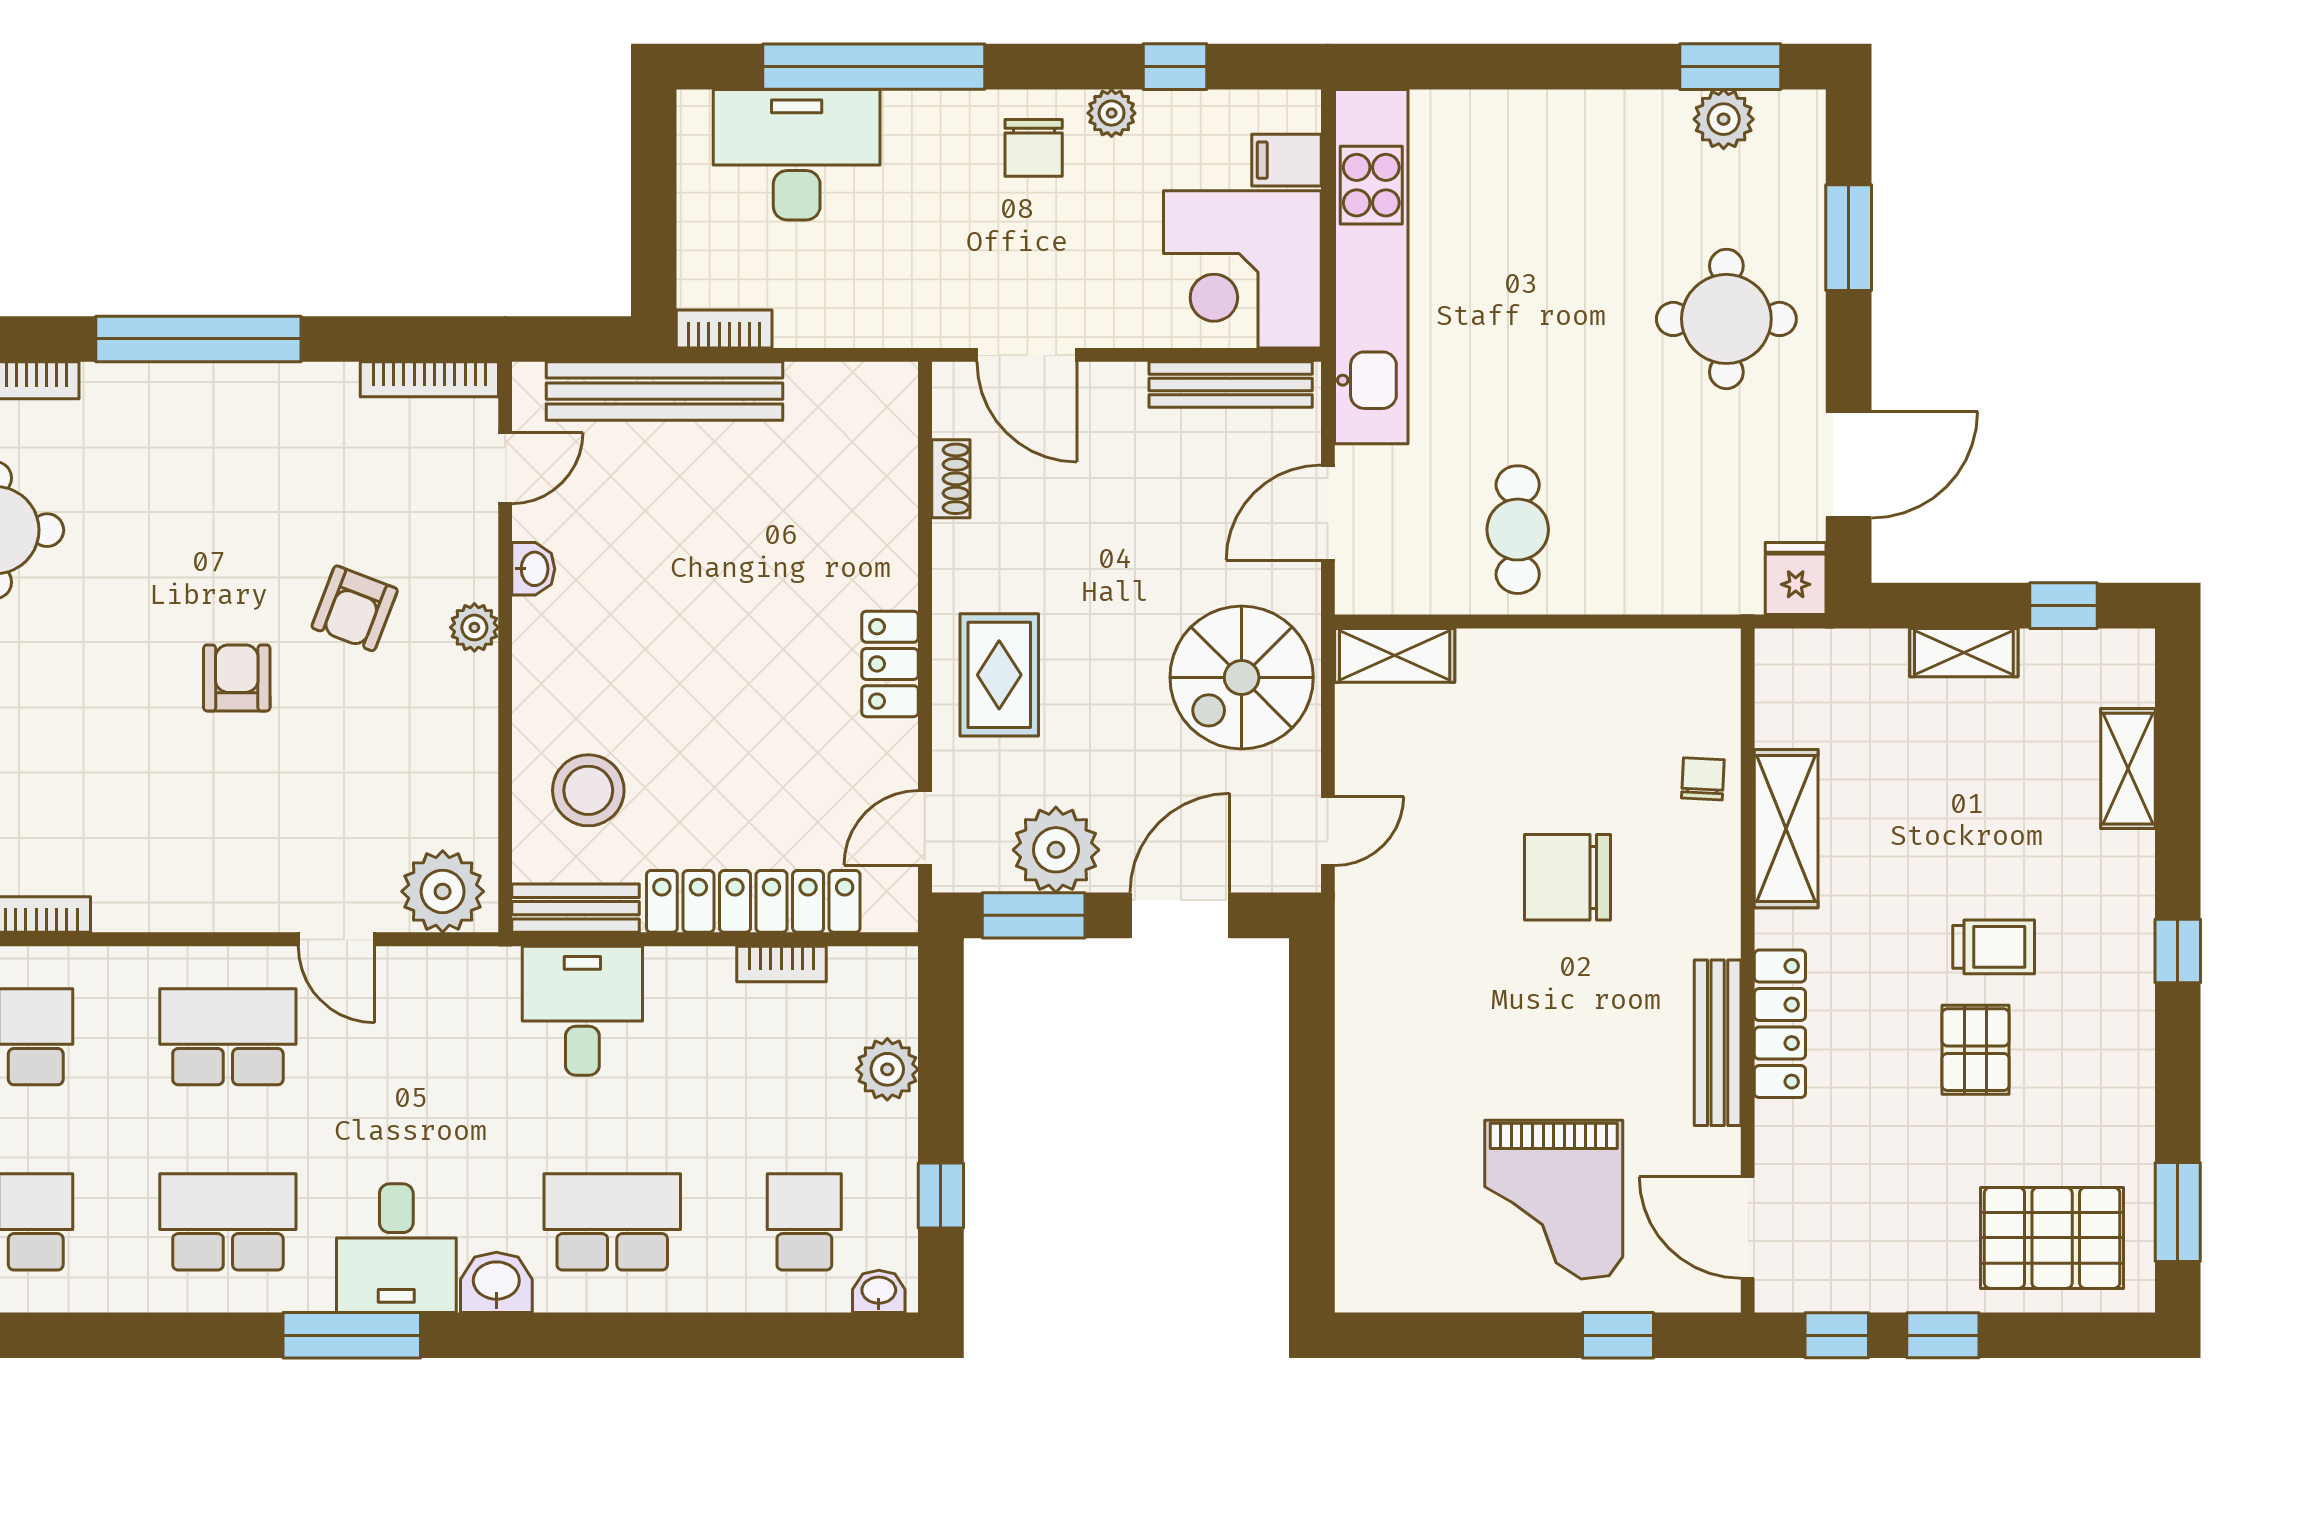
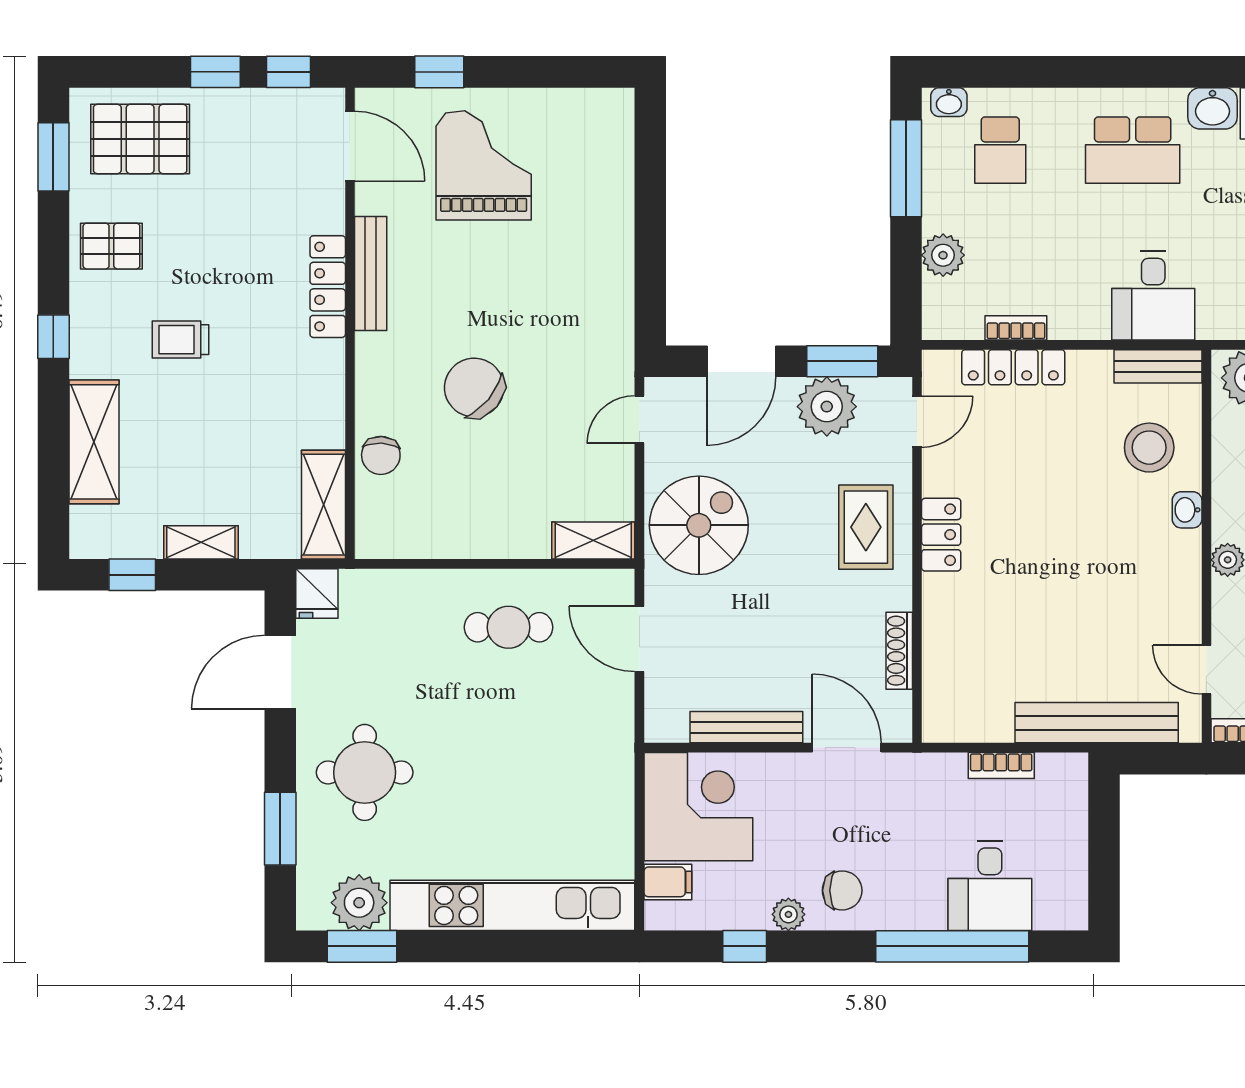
plant: (1724, 119) -> (359, 903), width x1.36, depth x1.36
chair: (1034, 148) -> (842, 890), turned 90
desk: (797, 155) -> (990, 886), width x0.73
kitchen unit: (1371, 267) -> (512, 905), moved, turned 90
bookcase: (724, 329) -> (1001, 766), moved
bench: (1231, 385) -> (746, 727), moved
door: (505, 468) -> (1206, 670), hinge flipped
shoe rack: (951, 479) -> (899, 651), width x1.43
door: (1328, 513) -> (639, 639), swing flipped
cafe table: (1518, 530) -> (508, 627), turned 90
washbasin: (533, 569) -> (1187, 510), moved
shelving: (2128, 769) -> (94, 442), width x1.50, depth x1.33
chair: (1703, 779) -> (381, 455), width x1.37, depth x1.37
shelving: (1786, 829) -> (323, 505), moved
chair: (1567, 877) -> (474, 388), turned -140
locker: (753, 901) -> (1013, 367), width x0.71, depth x0.83
pallet: (1975, 1050) -> (111, 246), moved, turned 90
window: (941, 1196) -> (906, 168), width x2.17

